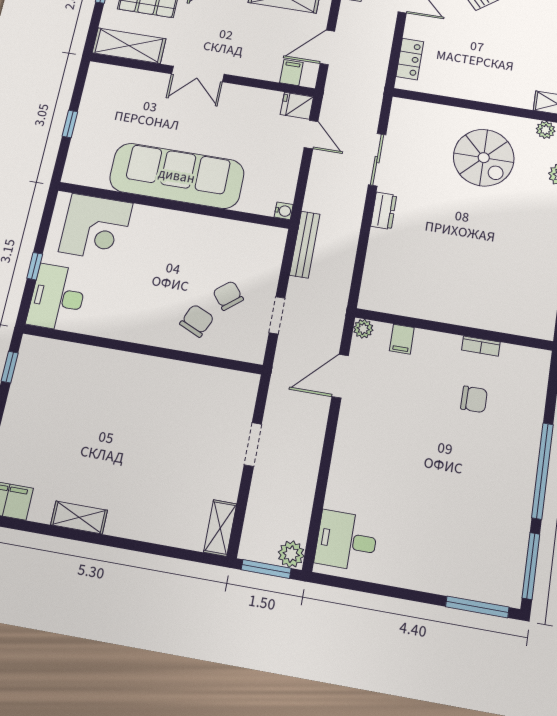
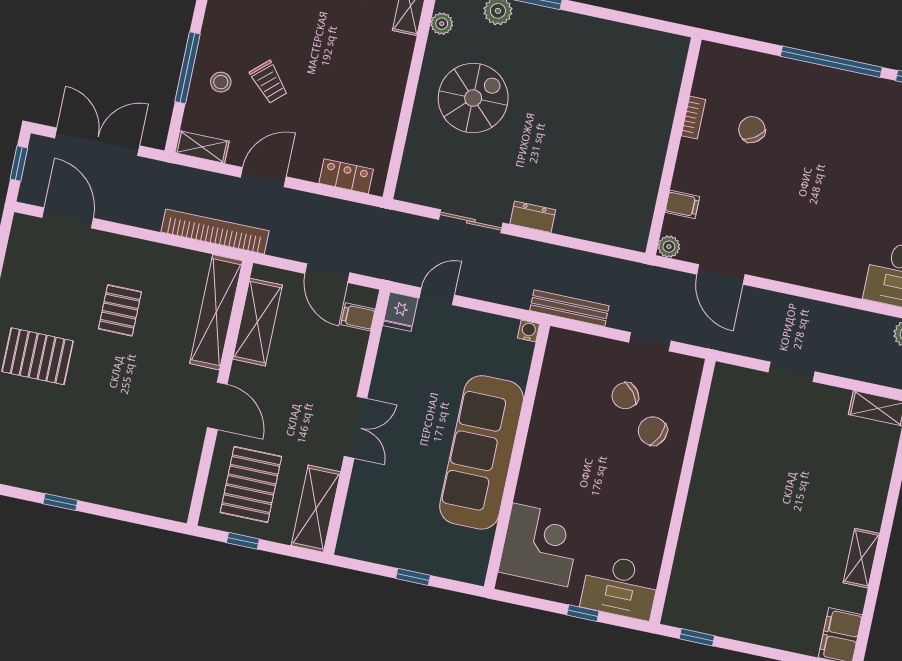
chair: (474, 399) -> (752, 129), turned -34

